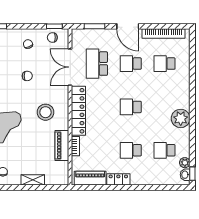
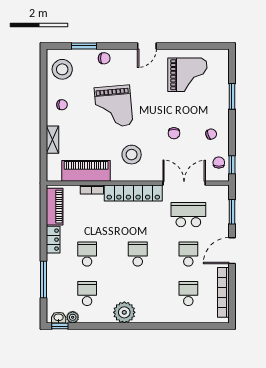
piano: (62, 146) -> (86, 171), width x1.37, depth x1.33
window: (152, 188) -> (43, 279), added

